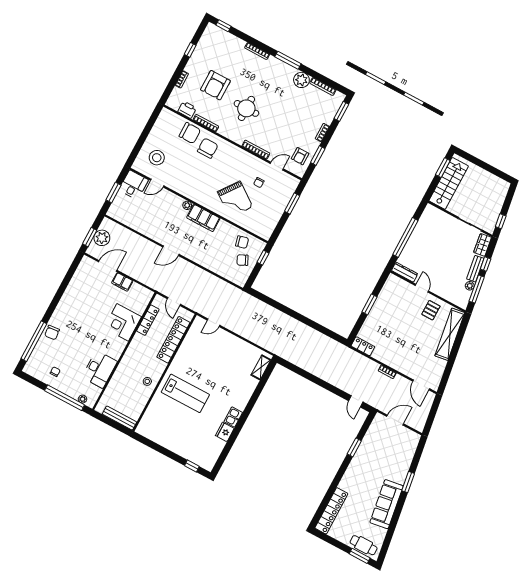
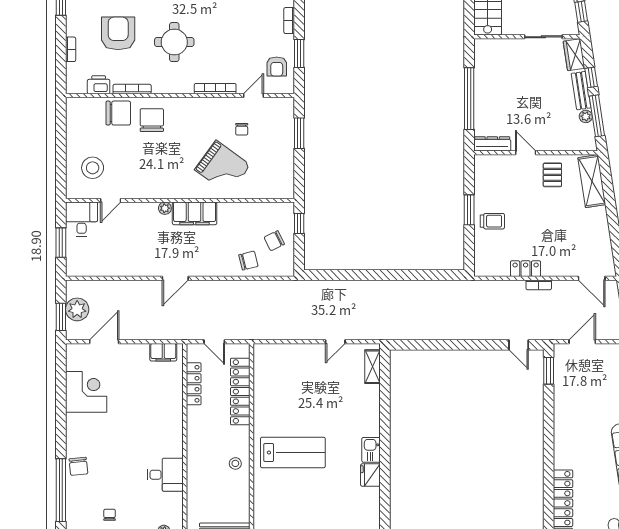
armchair: (215, 85) -> (118, 33), turned 180
chair: (242, 242) -> (248, 261), moved
filing cabinet: (122, 282) -> (163, 352), moved
trolley: (380, 319) -> (492, 221), added
corner desk: (123, 322) -> (86, 392), moved, turned 180
door: (214, 323) -> (335, 342), moved
shelving: (450, 334) -> (592, 181), width x0.68
locker: (363, 346) -> (526, 269), moved
desk: (99, 369) -> (165, 475), width x0.73
window: (354, 447) -> (549, 371), moved

